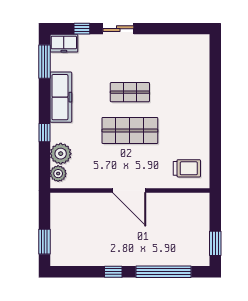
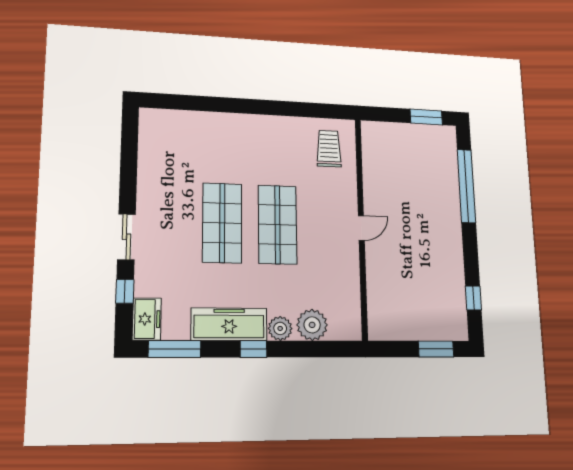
shop shelf: (130, 92) -> (222, 223), width x1.43, depth x1.36
window: (44, 133) -> (254, 349), moved
plant: (58, 174) -> (280, 328), moved
door: (129, 190) -> (361, 228), width x0.53
window: (113, 272) -> (473, 298), moved

